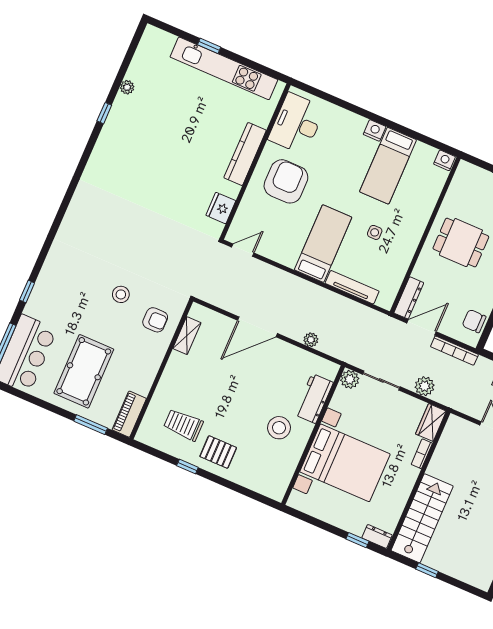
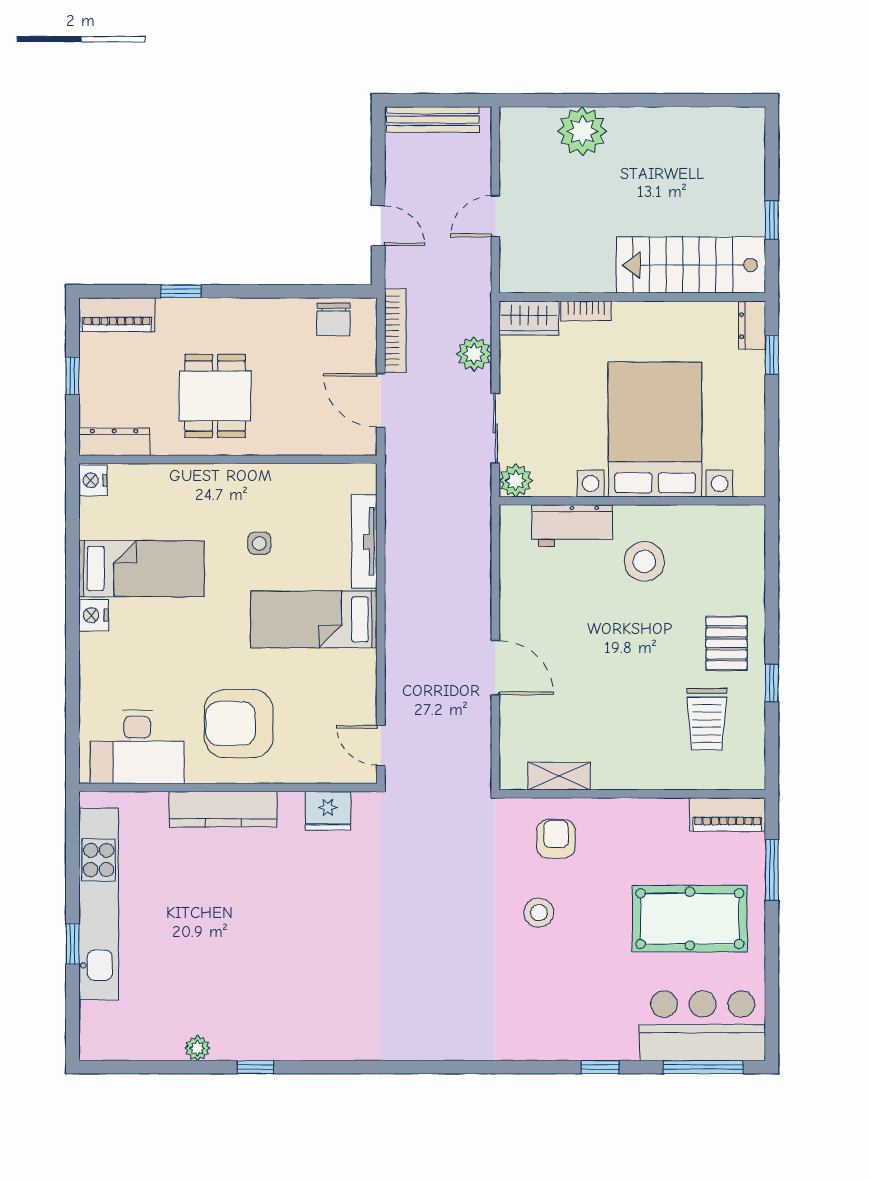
dresser: (409, 298) -> (114, 442), moved
door: (257, 327) -> (495, 667), width x0.73
plant: (311, 340) -> (479, 572), removed

